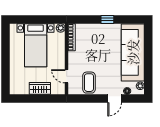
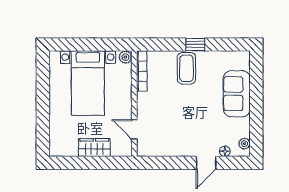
sofa: (133, 52) -> (237, 94), width x0.54, depth x0.79
coffee table: (89, 83) -> (186, 68), moved

